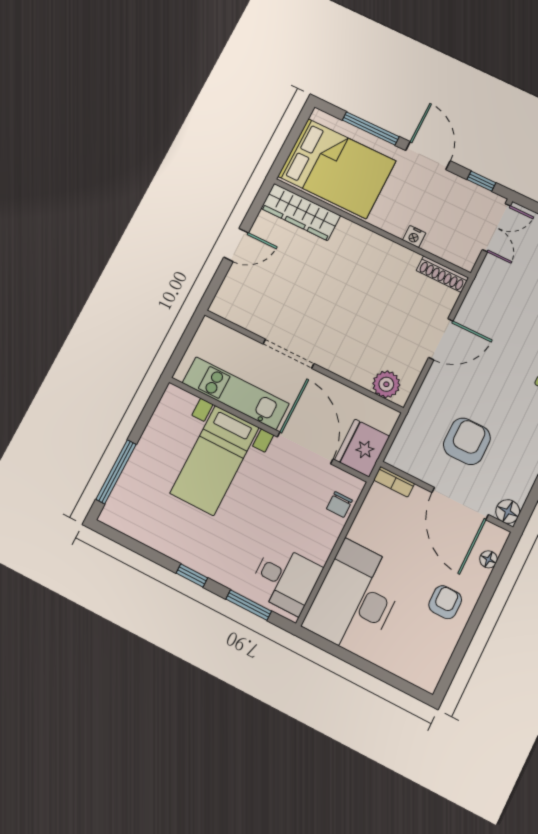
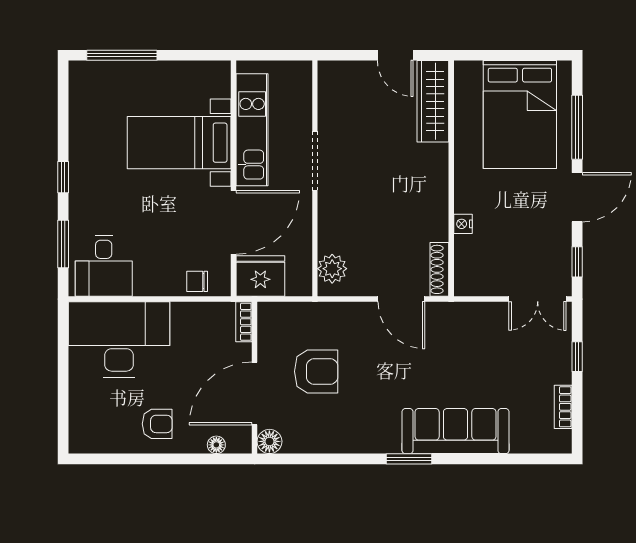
wardrobe: (301, 212) -> (433, 101), moved
wall: (372, 228) -> (451, 178), moved
nightstand: (414, 237) -> (463, 224), moved
shoe rack: (442, 274) -> (439, 269), moved

